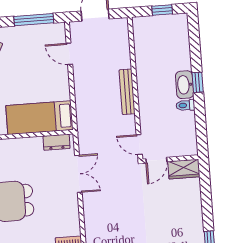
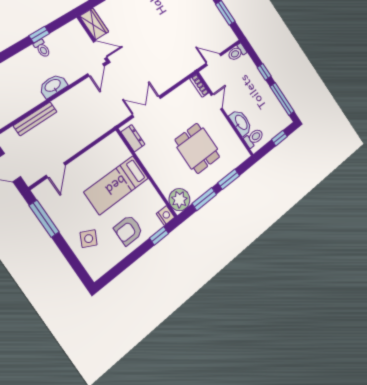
window: (198, 82) -> (39, 35), moved
washbasin: (185, 85) -> (53, 86), moved, turned 180
bench: (127, 92) -> (35, 119), moved
bed: (39, 118) -> (116, 185), moved, turned 90

